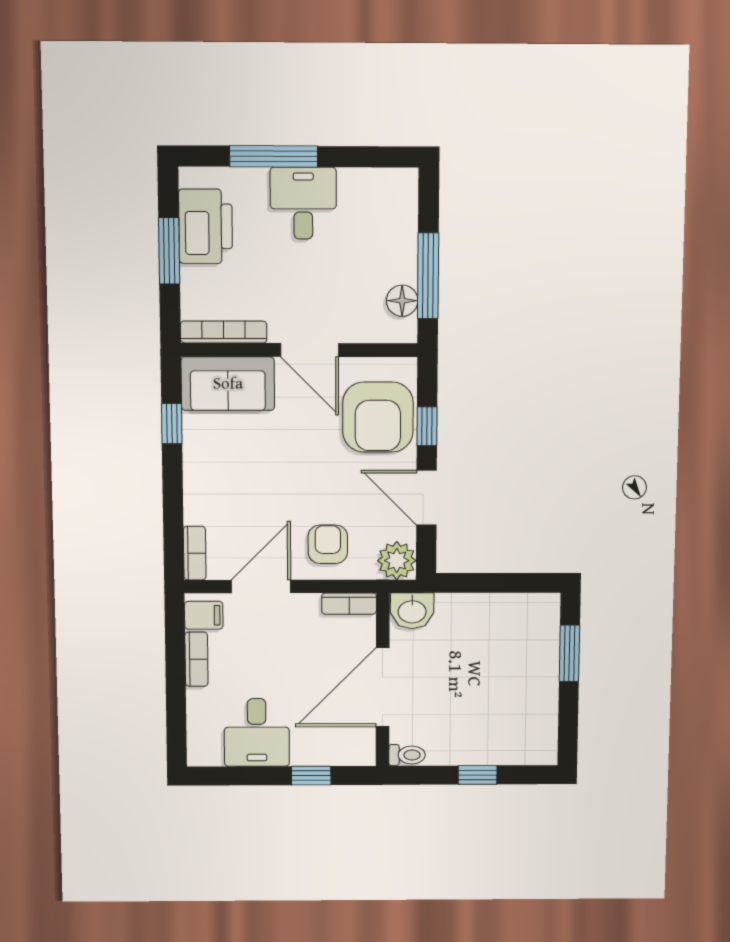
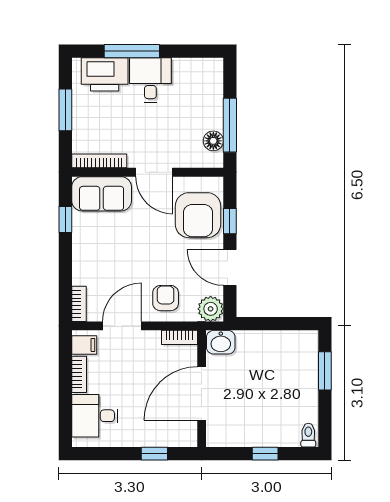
printer: (206, 226) -> (105, 74), moved, turned 90
desk: (257, 733) -> (95, 416), moved, turned 90
toilet: (407, 755) -> (308, 435), moved, turned -90

